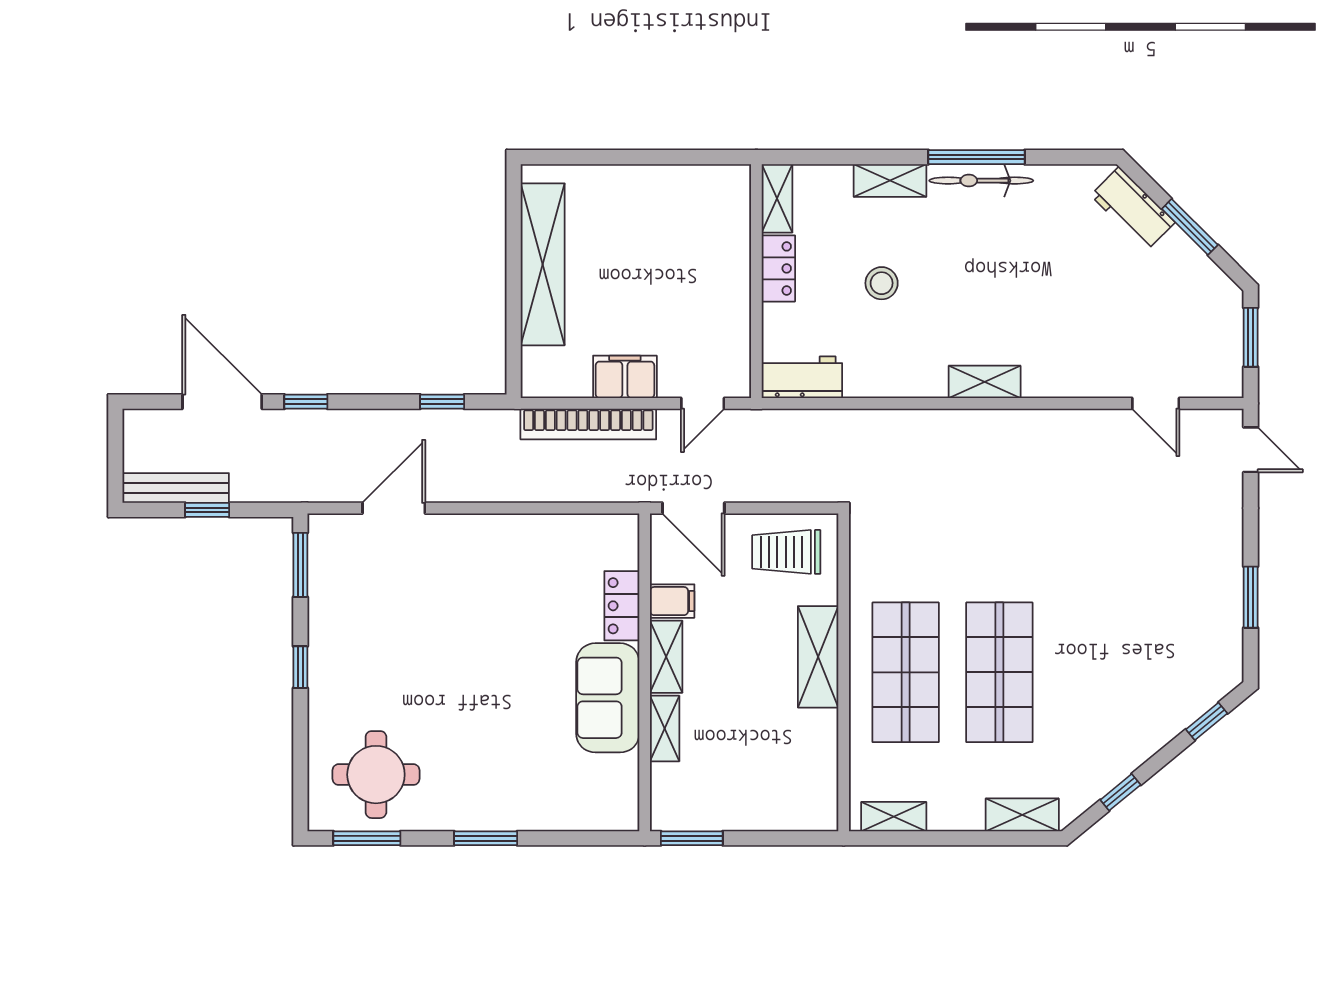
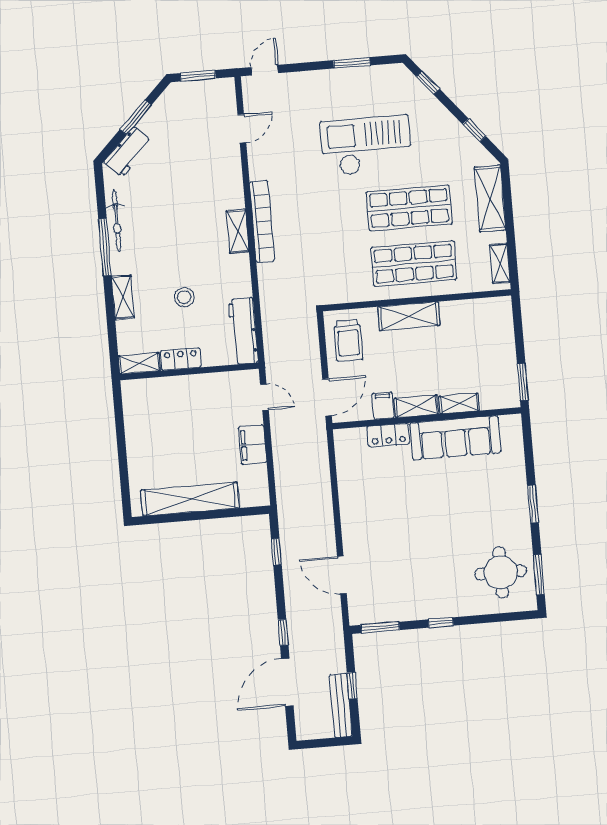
bicycle: (981, 181) -> (117, 221), moved
workbench: (802, 377) -> (243, 331), width x1.38
bookcase: (588, 424) -> (262, 221), moved
checkout: (1110, 609) -> (366, 146), added
sofa: (608, 698) -> (455, 438), width x1.36
shelving: (1022, 815) -> (490, 198), width x1.50, depth x1.33

